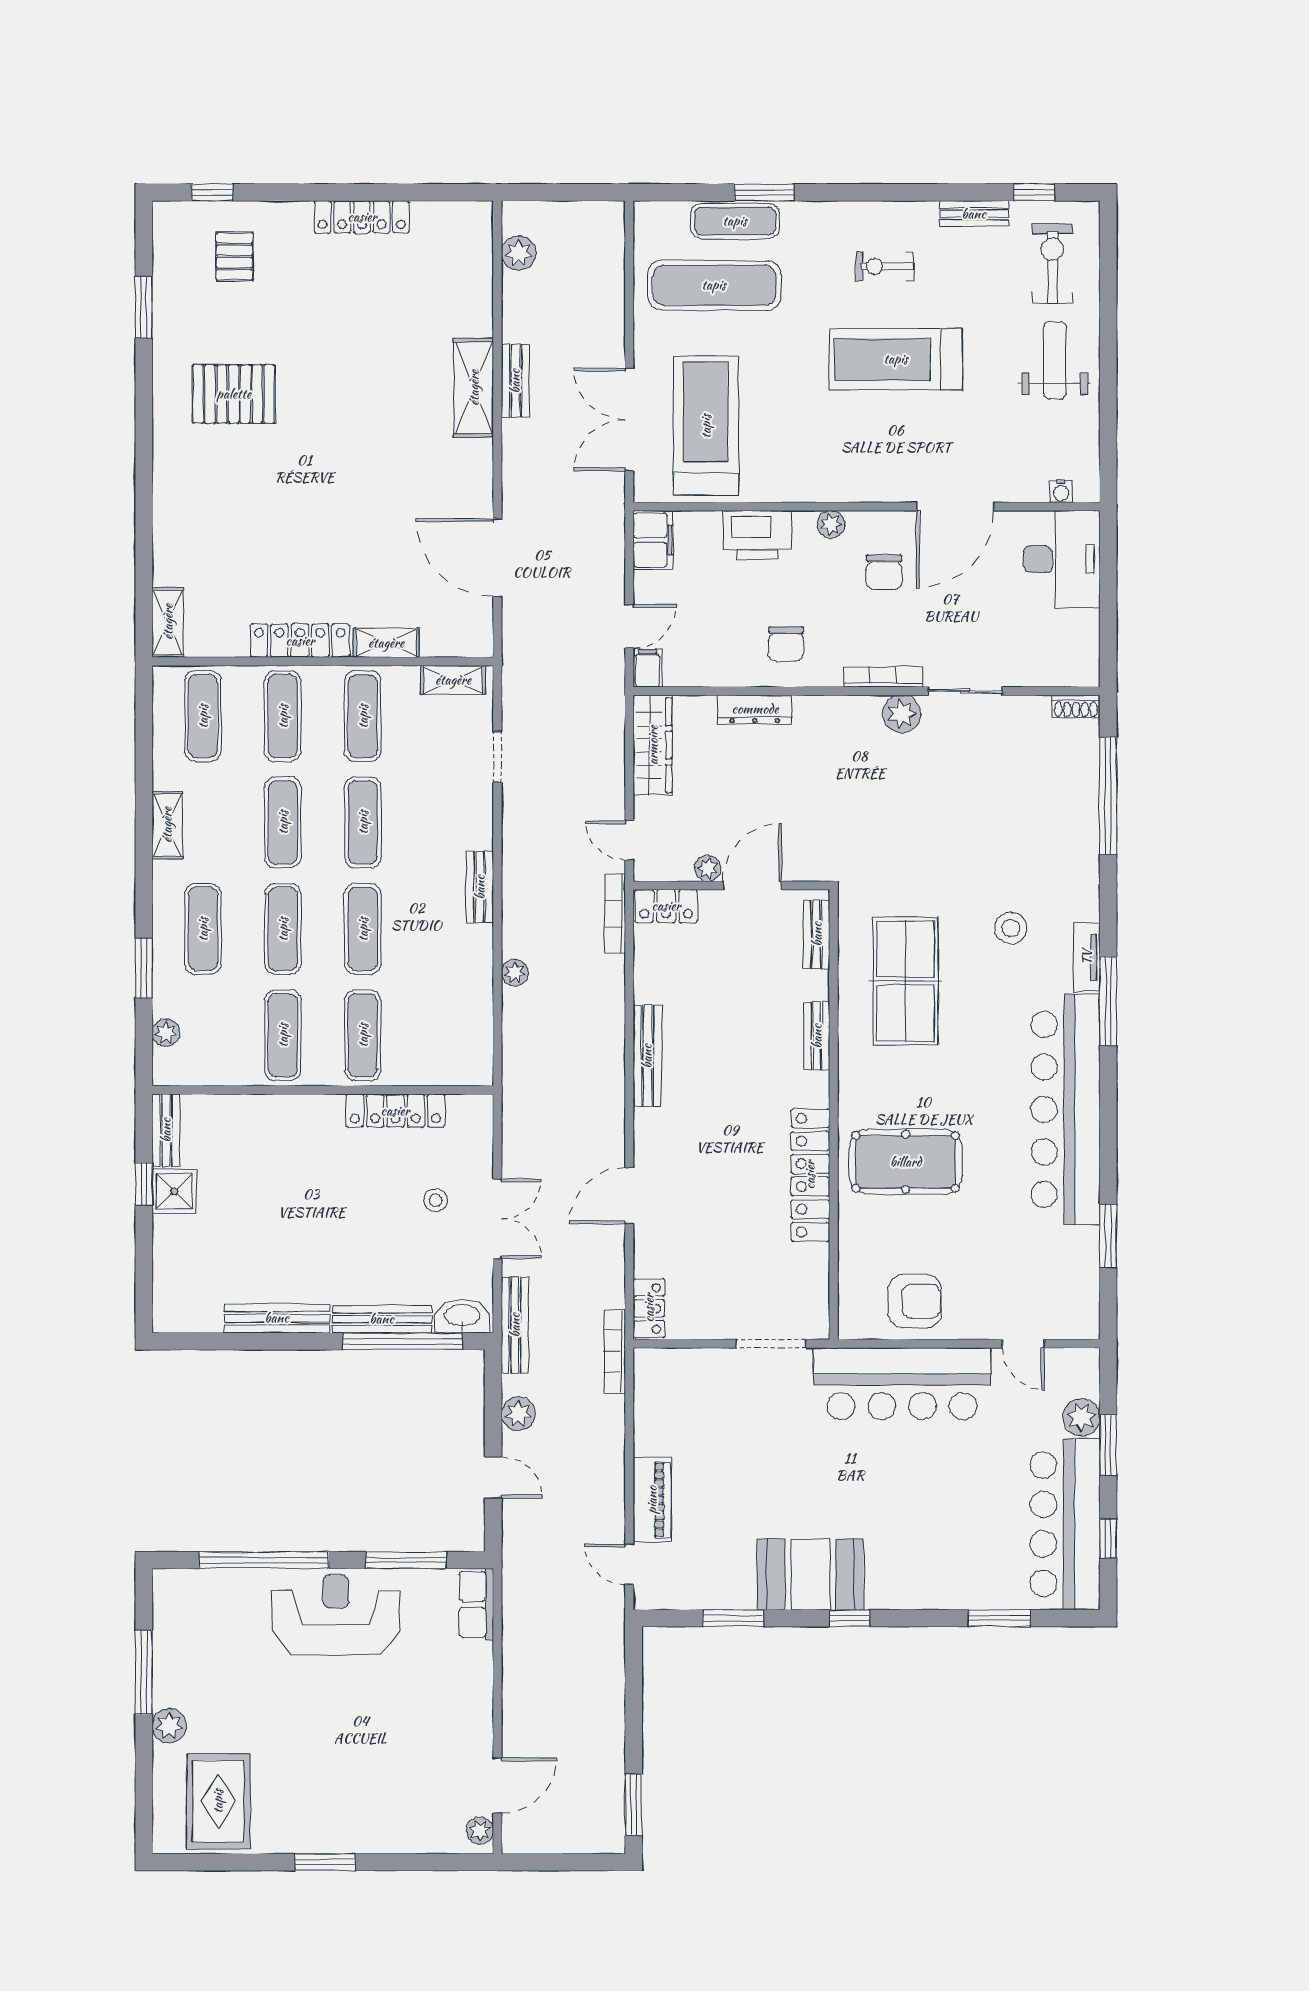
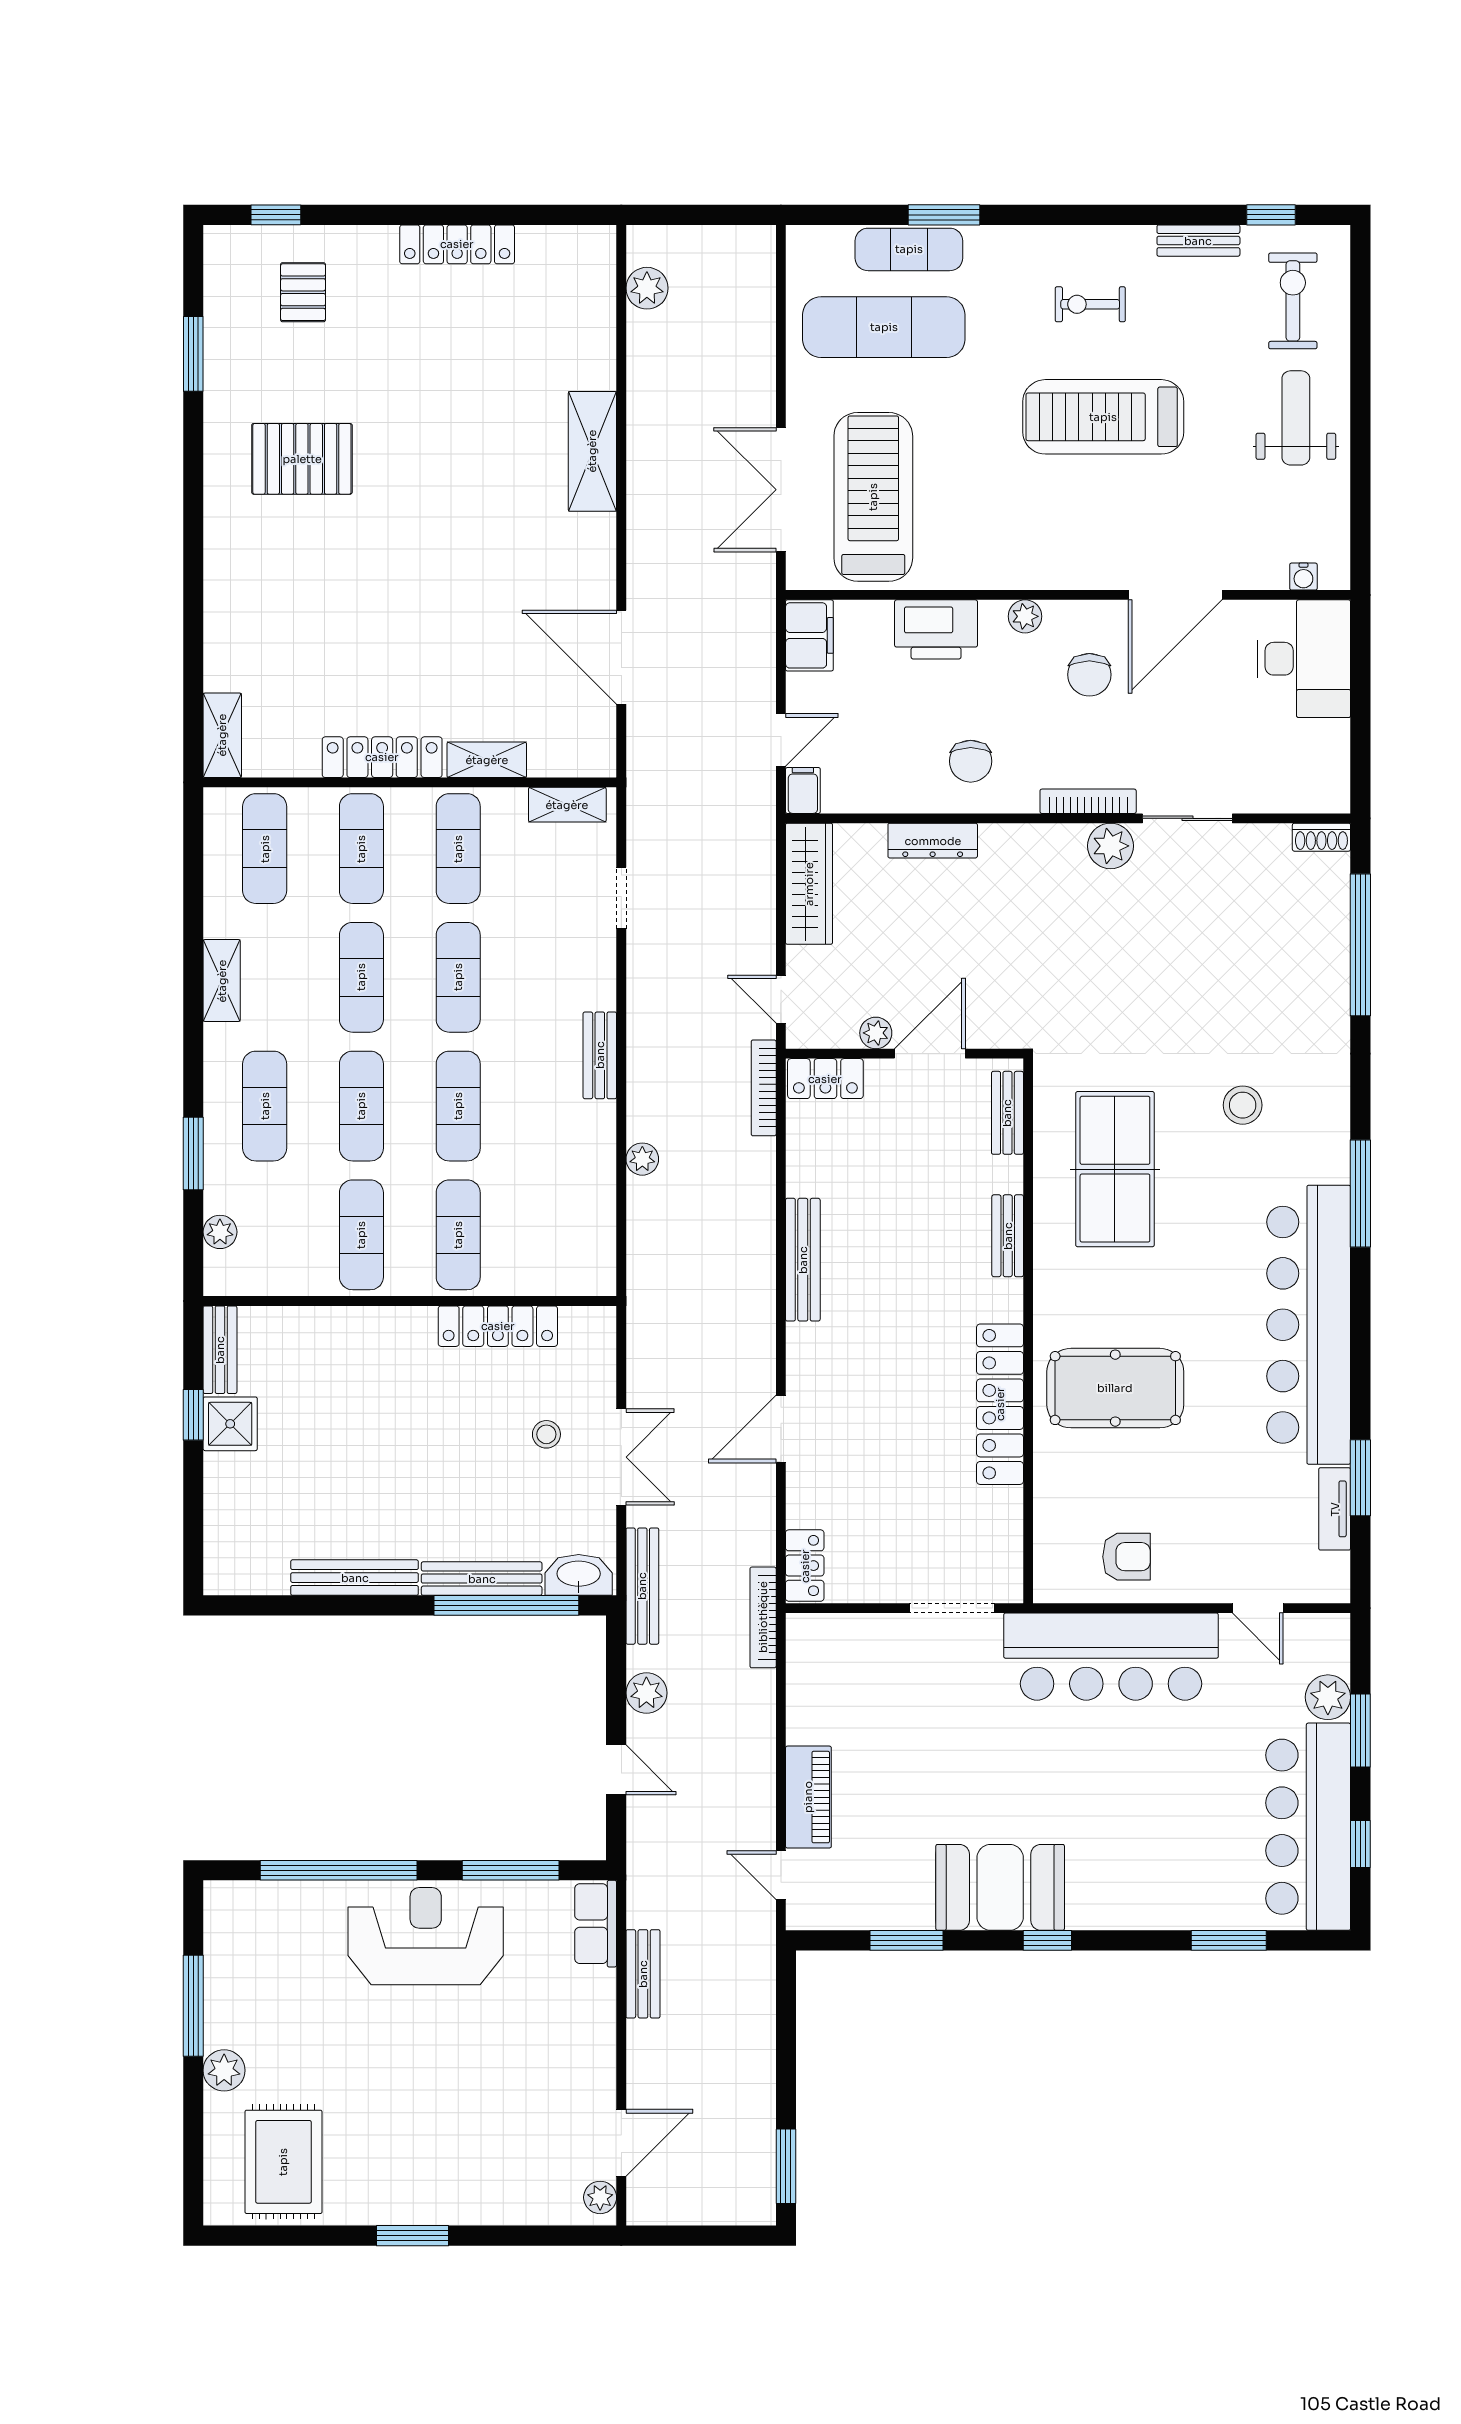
bench: (515, 381) -> (643, 1974), moved
tv unit: (1087, 957) -> (1335, 1509), moved
armchair: (915, 1301) -> (1126, 1557), width x0.72, depth x0.72

